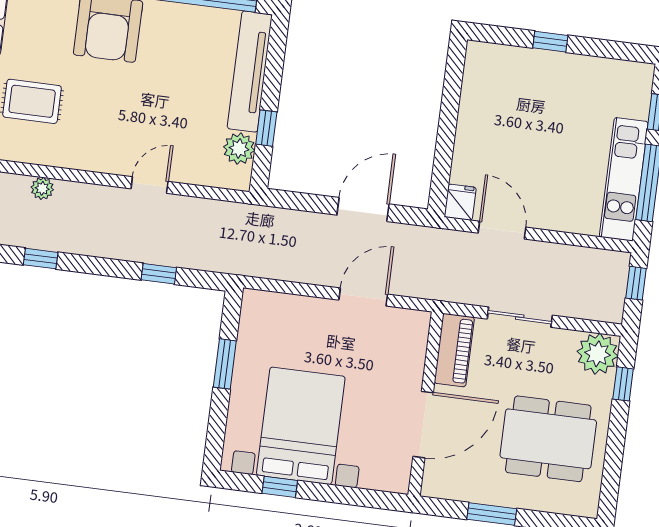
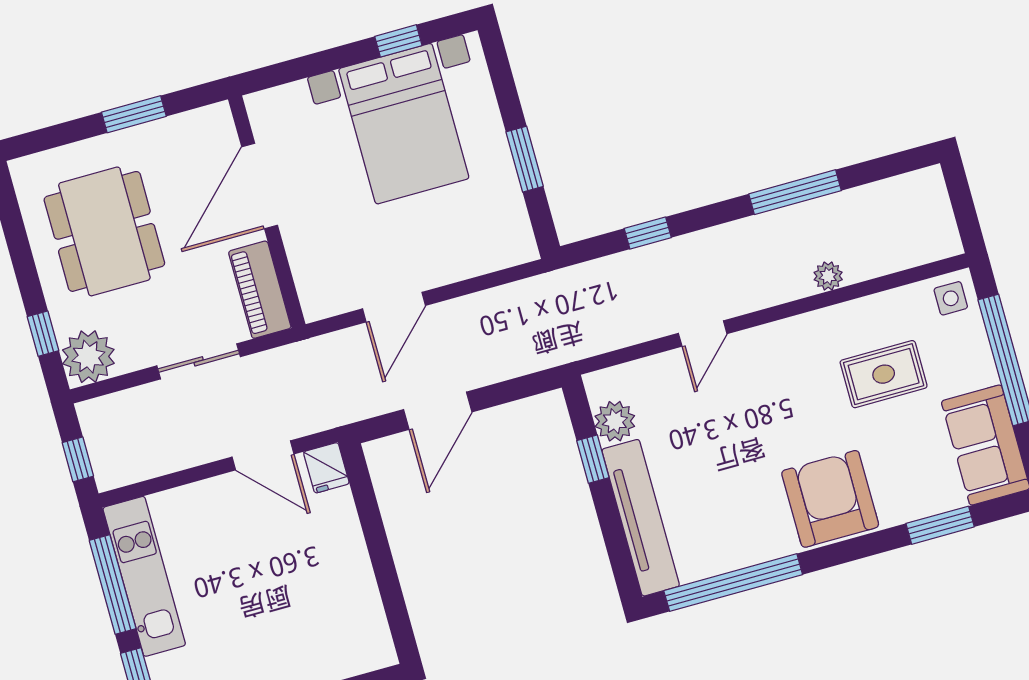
window: (41, 259) -> (795, 192), width x2.17
dining table: (548, 439) -> (104, 231), turned 90

